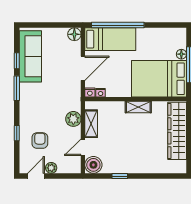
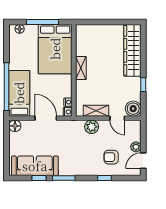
floor lamp: (181, 54) -> (20, 29), moved
wardrobe: (177, 131) -> (132, 50), moved, turned 90
door: (36, 176) -> (143, 161), hinge flipped

